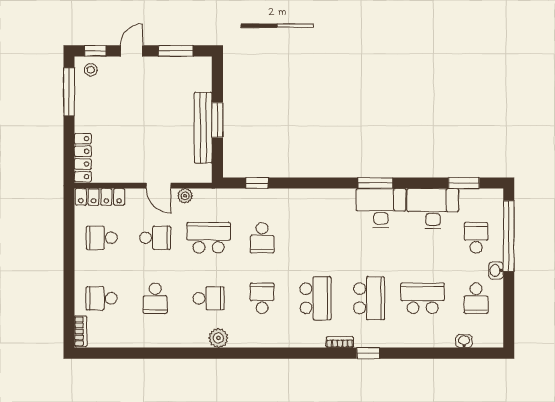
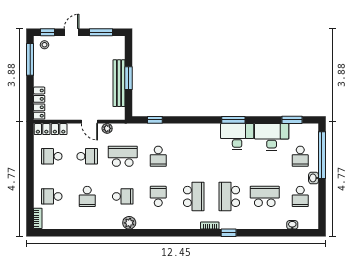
school desk: (476, 238) -> (300, 156), turned 180
school desk: (369, 298) -> (229, 196), turned 180

